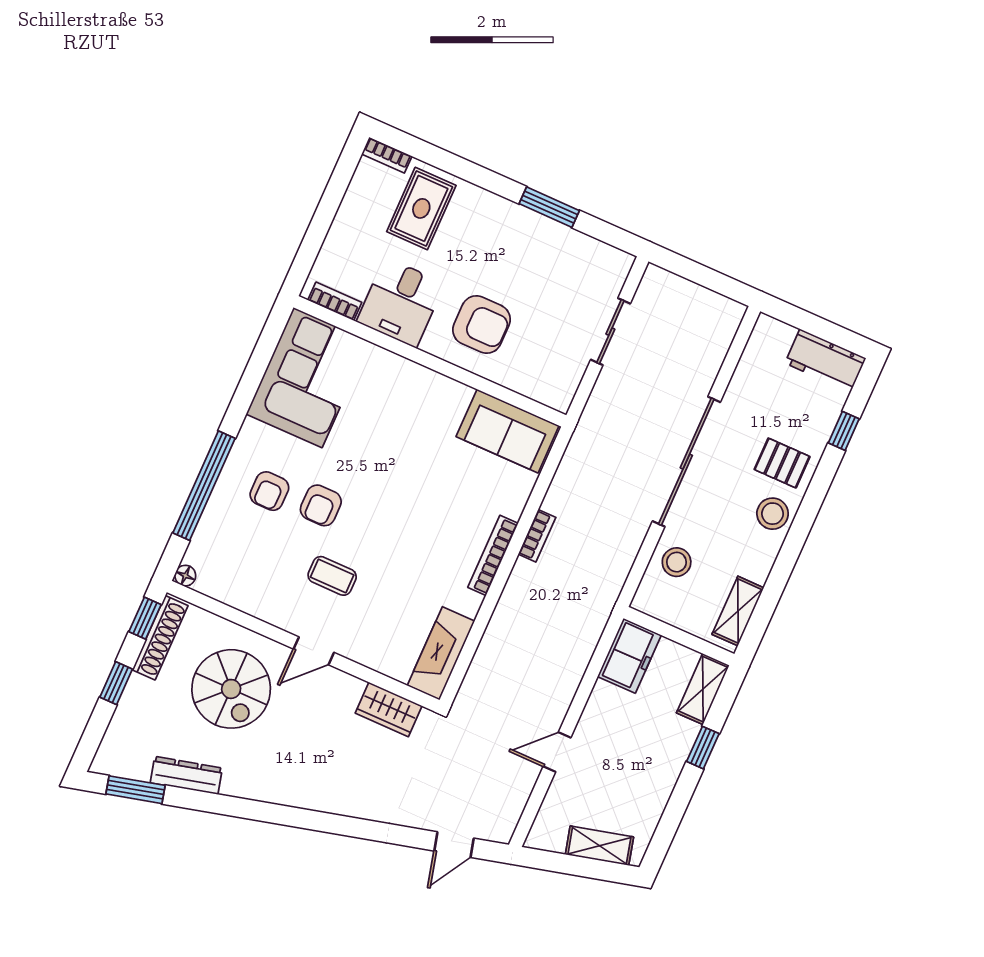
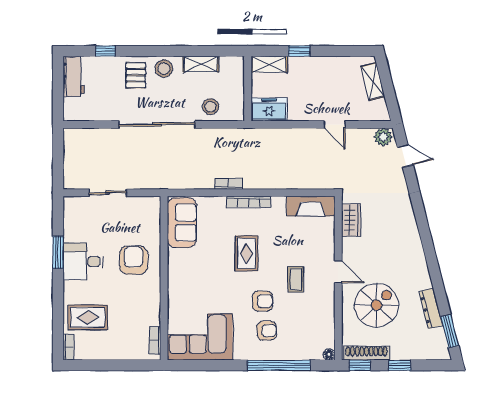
desk: (401, 303) -> (83, 261), moved, turned 180
rug: (410, 514) -> (246, 253), added
shelving: (738, 611) -> (201, 64), moved
plant: (501, 822) -> (383, 137), added

